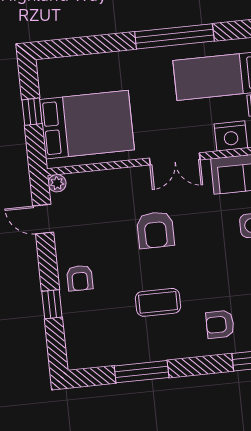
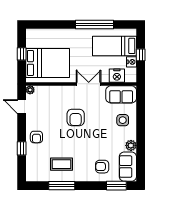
double door: (175, 159) -> (89, 84), swing flipped
coffee table: (158, 302) -> (62, 164), moved

